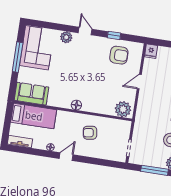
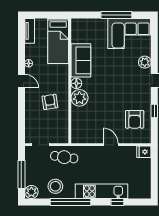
sofa: (31, 94) -> (81, 60), moved
plant: (123, 109) -> (79, 98), moved
cafe table: (144, 127) -> (64, 157), added

